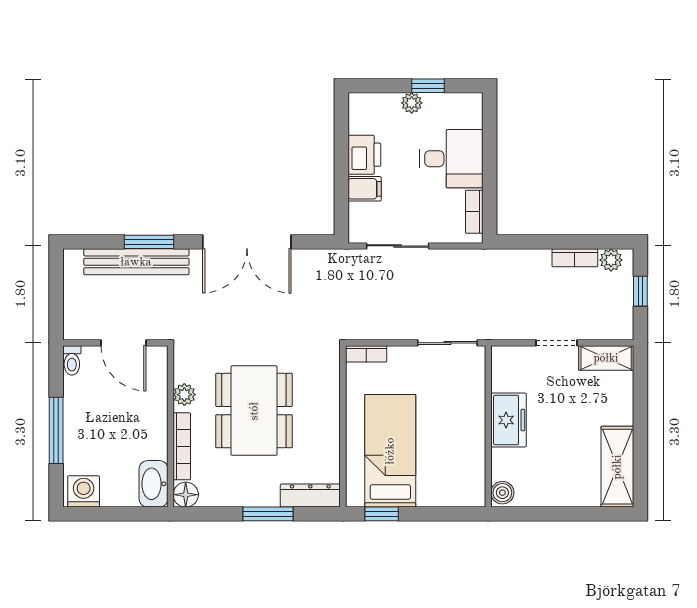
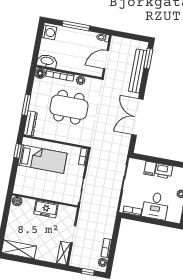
window: (149, 242) -> (148, 59), moved

